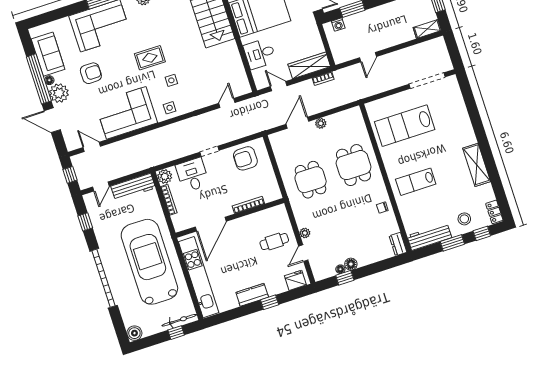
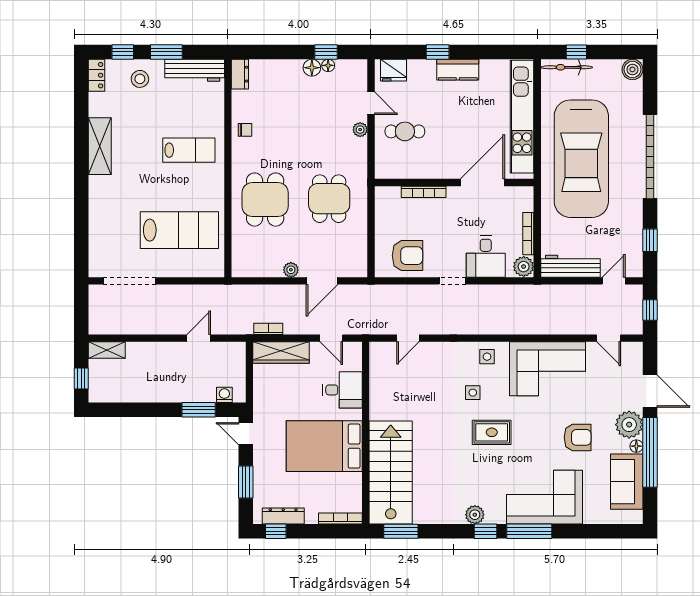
armchair: (91, 73) -> (578, 437), turned 180
door: (303, 253) -> (371, 103), hinge flipped

